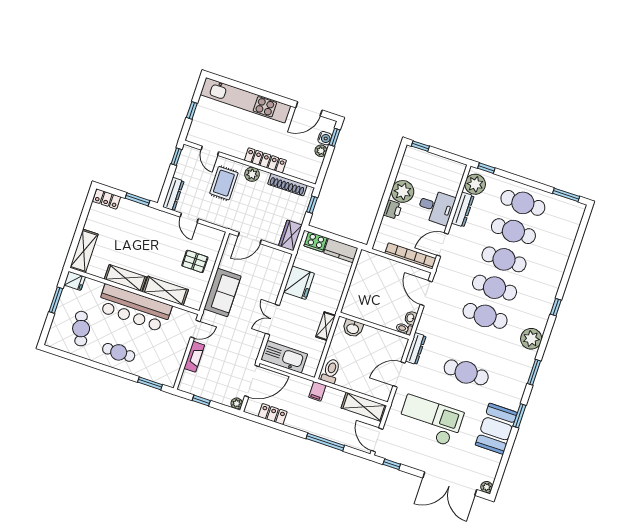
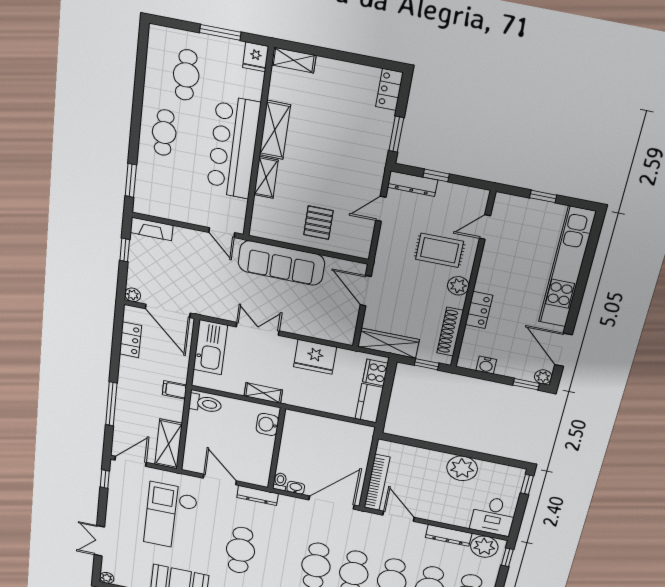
water cooler: (325, 138) -> (486, 365), moved
plant: (321, 151) -> (543, 377), moved
window: (176, 157) -> (436, 175), moved
locker: (265, 160) -> (479, 310), width x0.66
desk: (436, 207) -> (493, 516), moved
printer: (393, 210) -> (436, 459), removed
wardrobe: (290, 235) -> (388, 343), width x1.50
shelving: (84, 251) -> (294, 60), width x0.67, depth x0.75
shelving: (166, 291) -> (266, 177), width x0.67, depth x0.75
sofa: (222, 293) -> (281, 263), width x1.36
door: (426, 293) -> (331, 502), width x1.36
cafe table: (81, 329) -> (186, 75), turned -73
fireplace: (194, 357) -> (152, 229), moved
checkout: (430, 421) -> (171, 516), turned 180
double door: (450, 484) -> (99, 541), width x0.54

